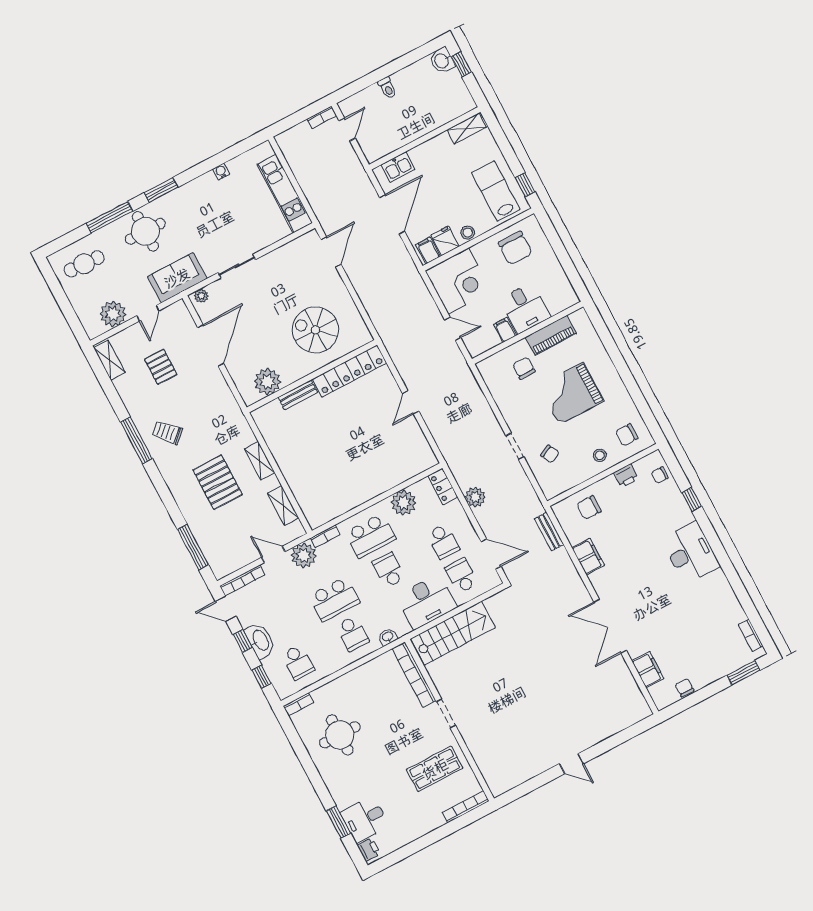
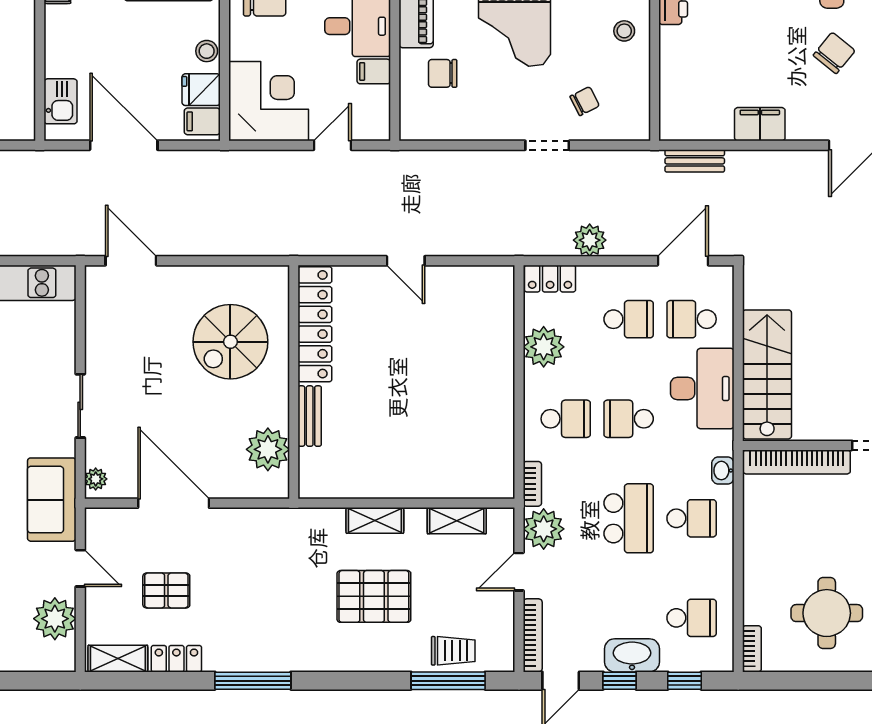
locker: (126, 392) -> (176, 659), added
trolley: (167, 433) -> (453, 651), moved, turned -137
chair: (589, 508) -> (834, 53), moved, turned -141
school desk: (370, 536) -> (566, 419), width x0.54

